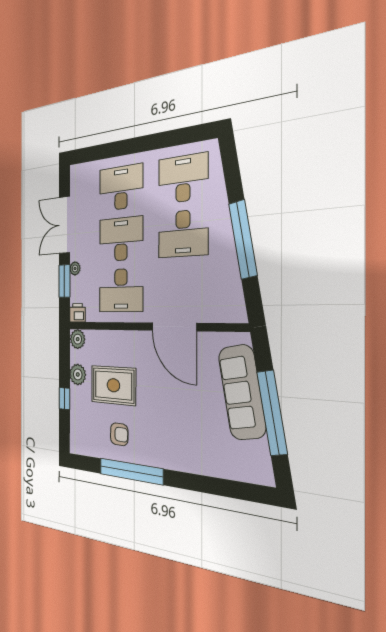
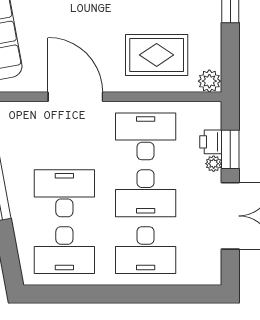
printer: (77, 313) -> (211, 142), moved, turned 90
plant: (78, 374) -> (209, 40), removed
rug: (113, 385) -> (157, 55), moved

